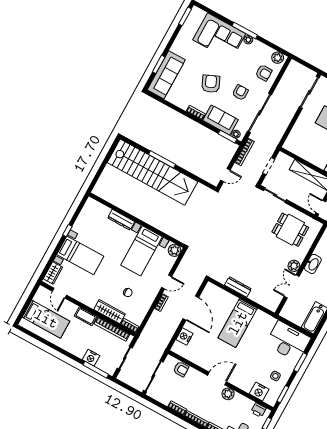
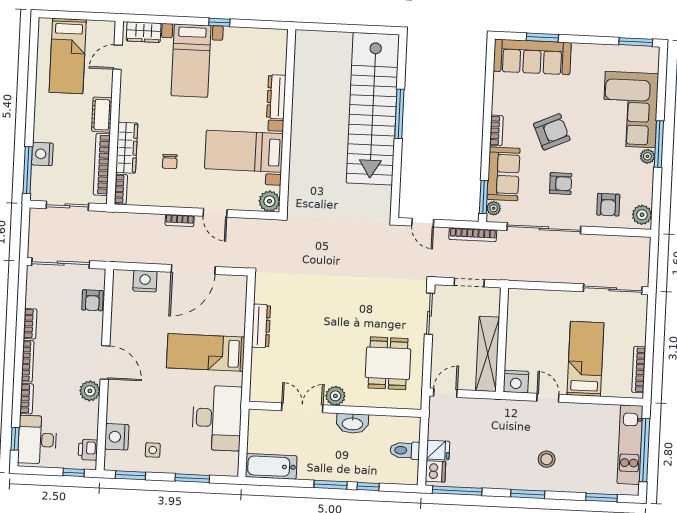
desk: (288, 341) -> (217, 418), moved

